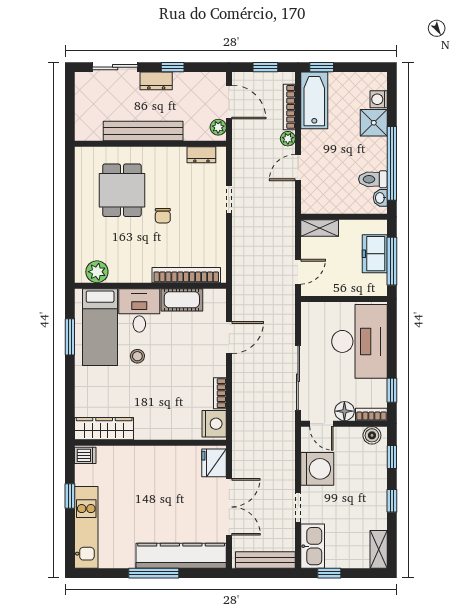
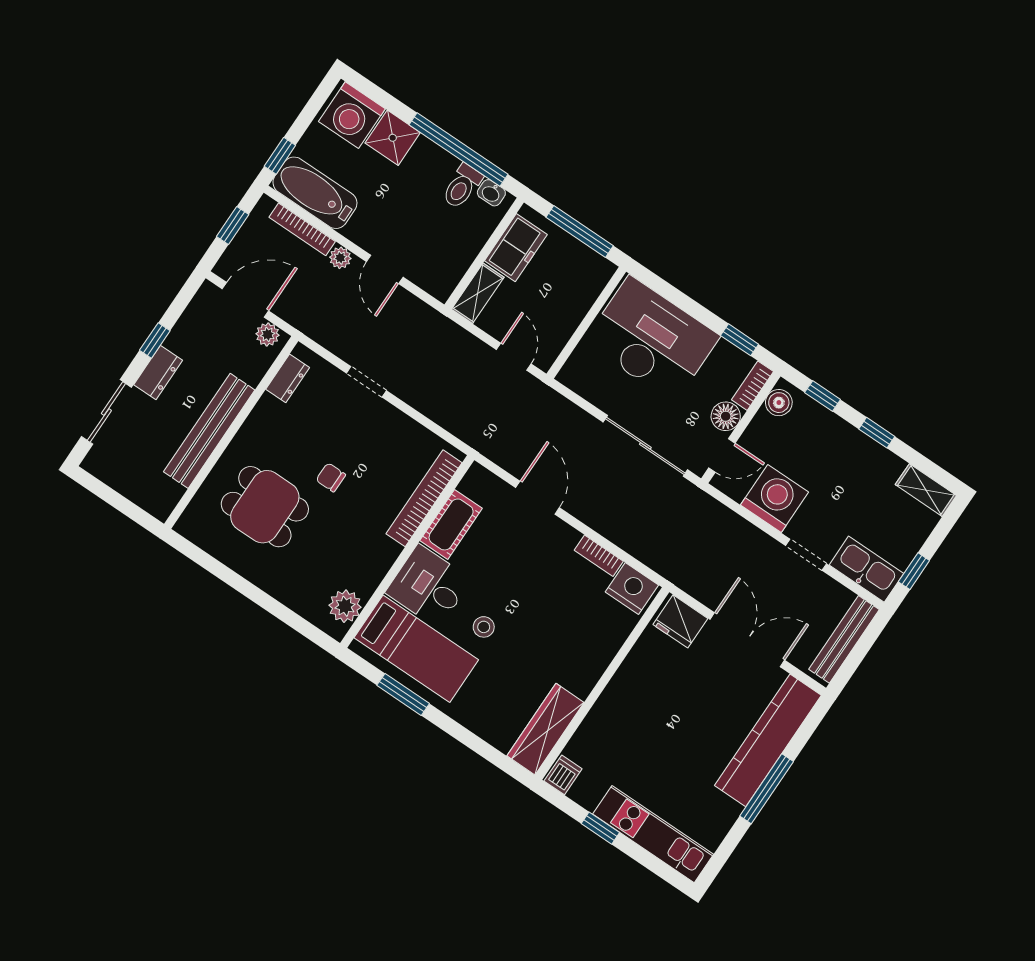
washing machine: (379, 99) -> (352, 115), width x1.89, depth x1.89
chair: (163, 216) -> (331, 477), turned 180
freezer: (375, 254) -> (516, 248), moved, turned -90

